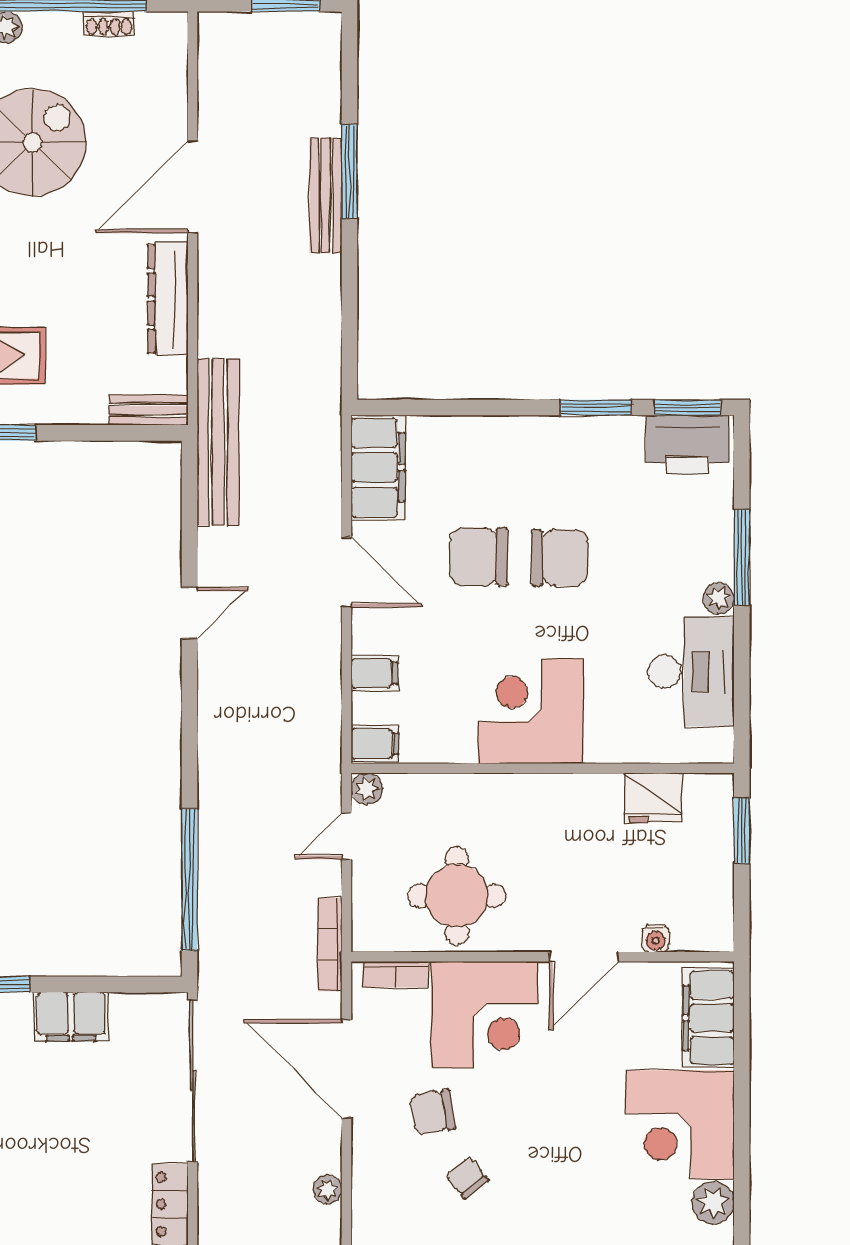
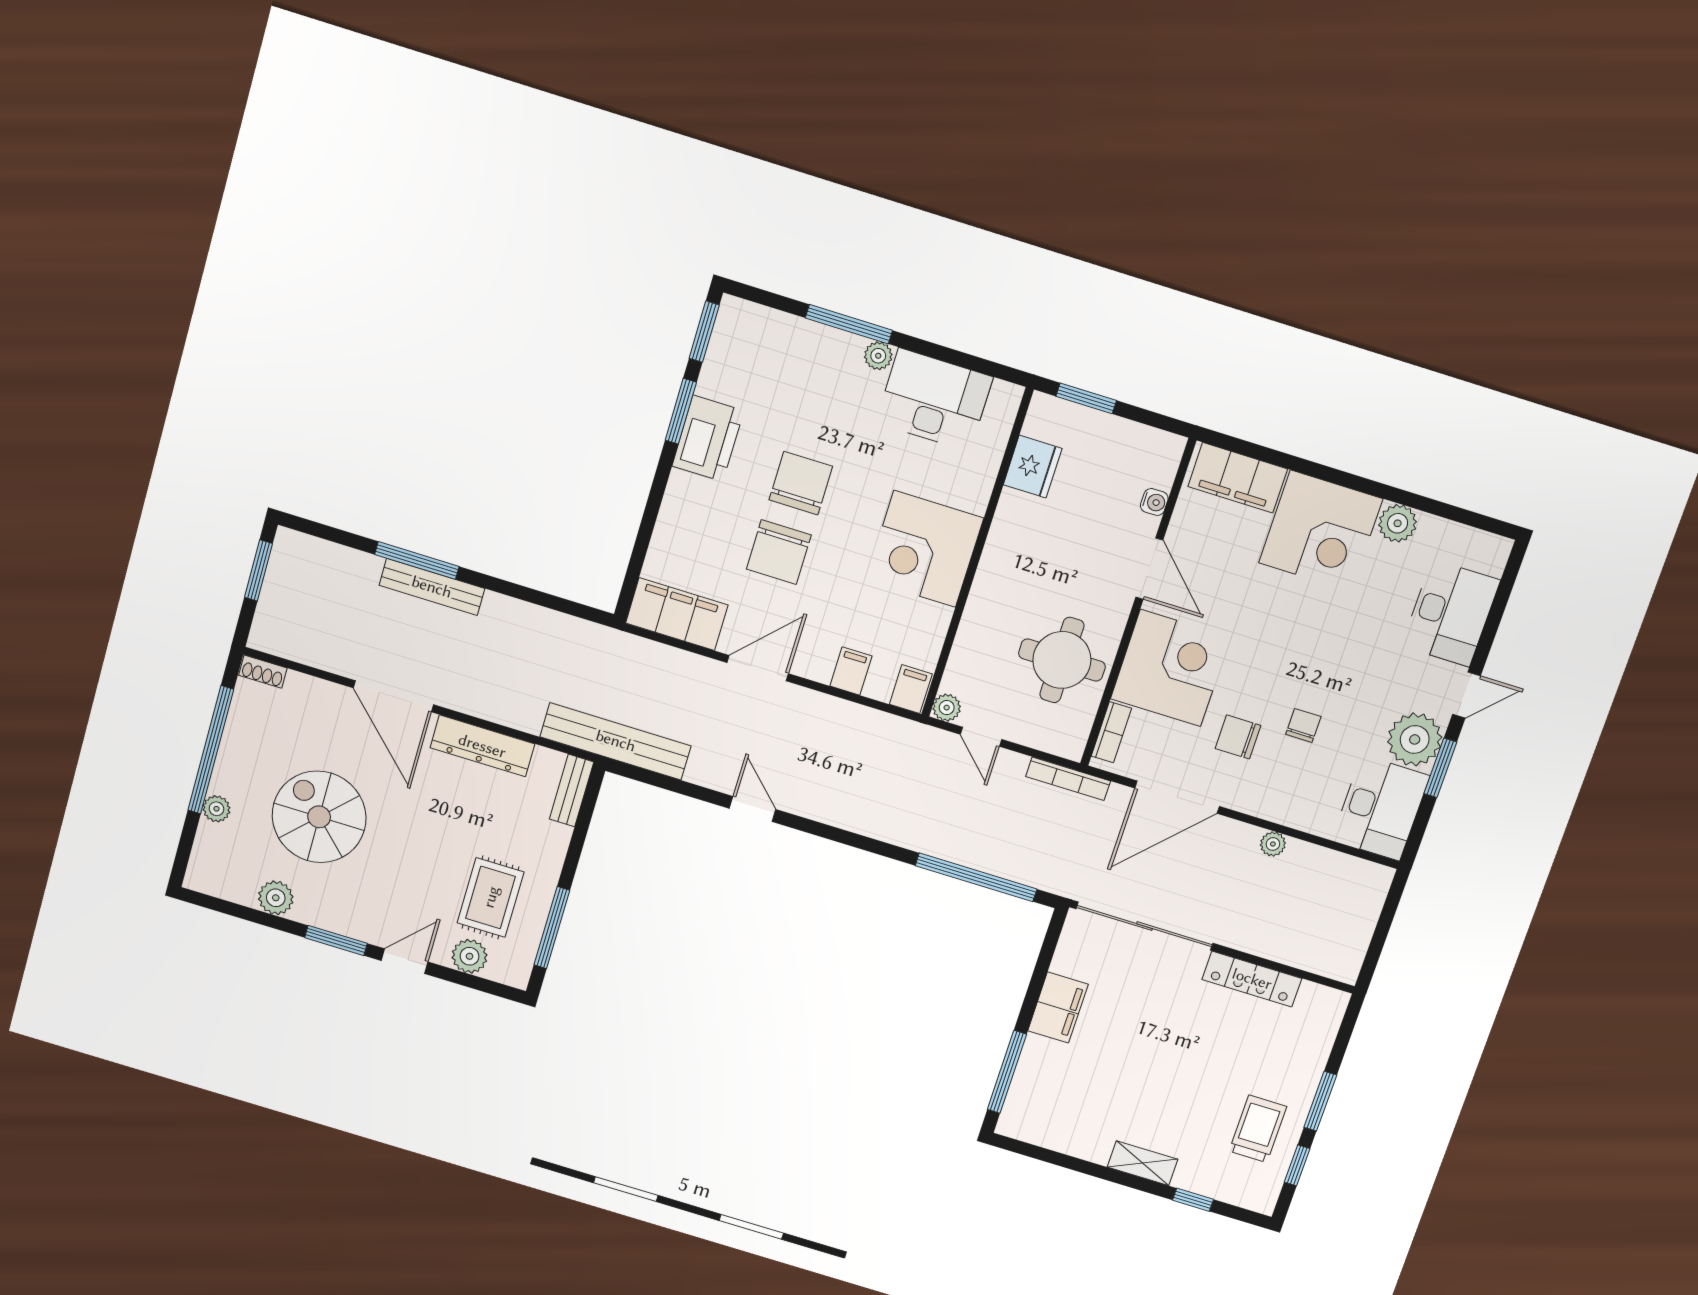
shoe rack: (109, 24) -> (263, 672), moved, turned 90
printer: (687, 445) -> (708, 438), moved
chair: (433, 1112) -> (1238, 737), turned 99
chair: (467, 1178) -> (1303, 725), turned 128

